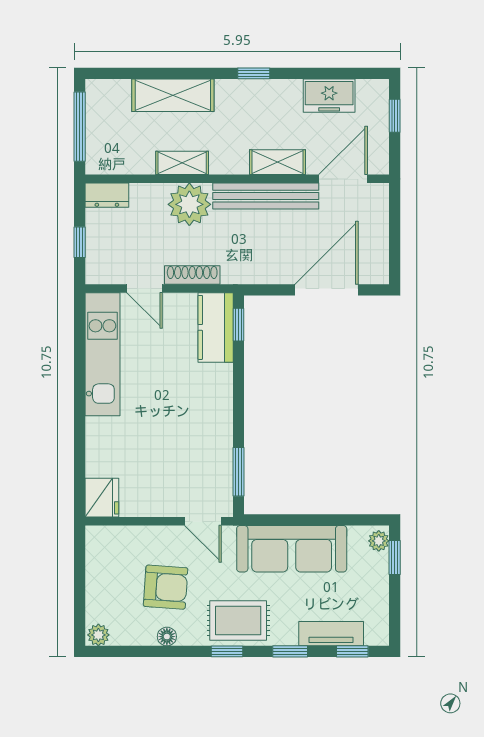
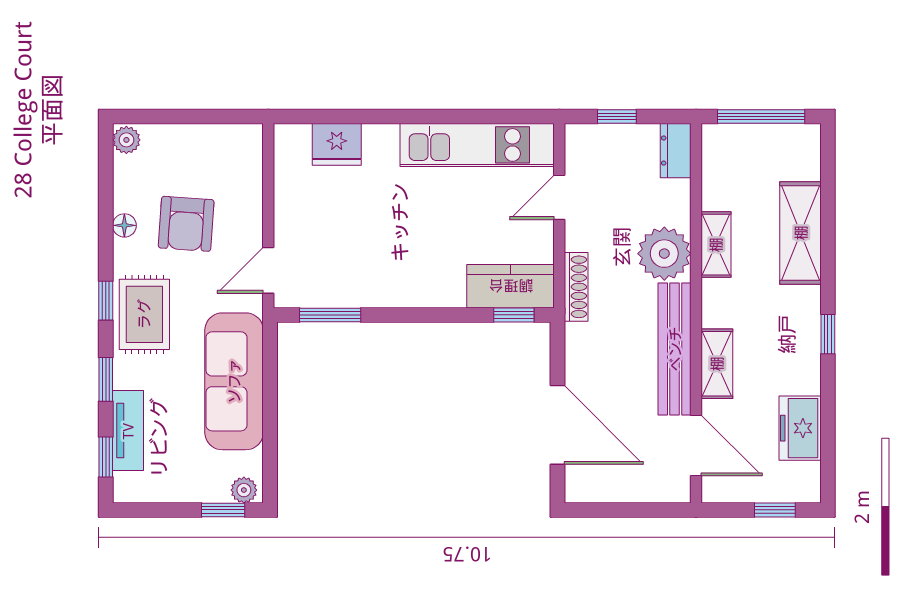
shoe rack: (192, 275) -> (576, 287), moved
fridge: (102, 498) -> (337, 144), moved

